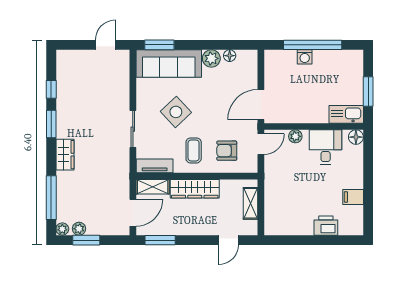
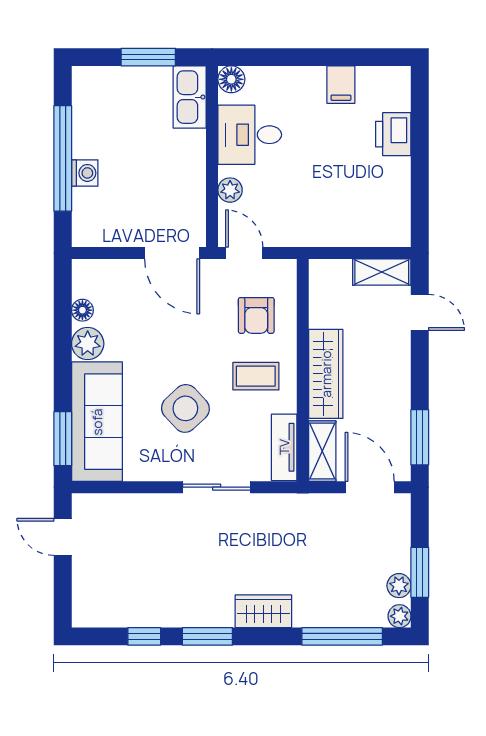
shelving: (250, 203) -> (382, 272), moved

